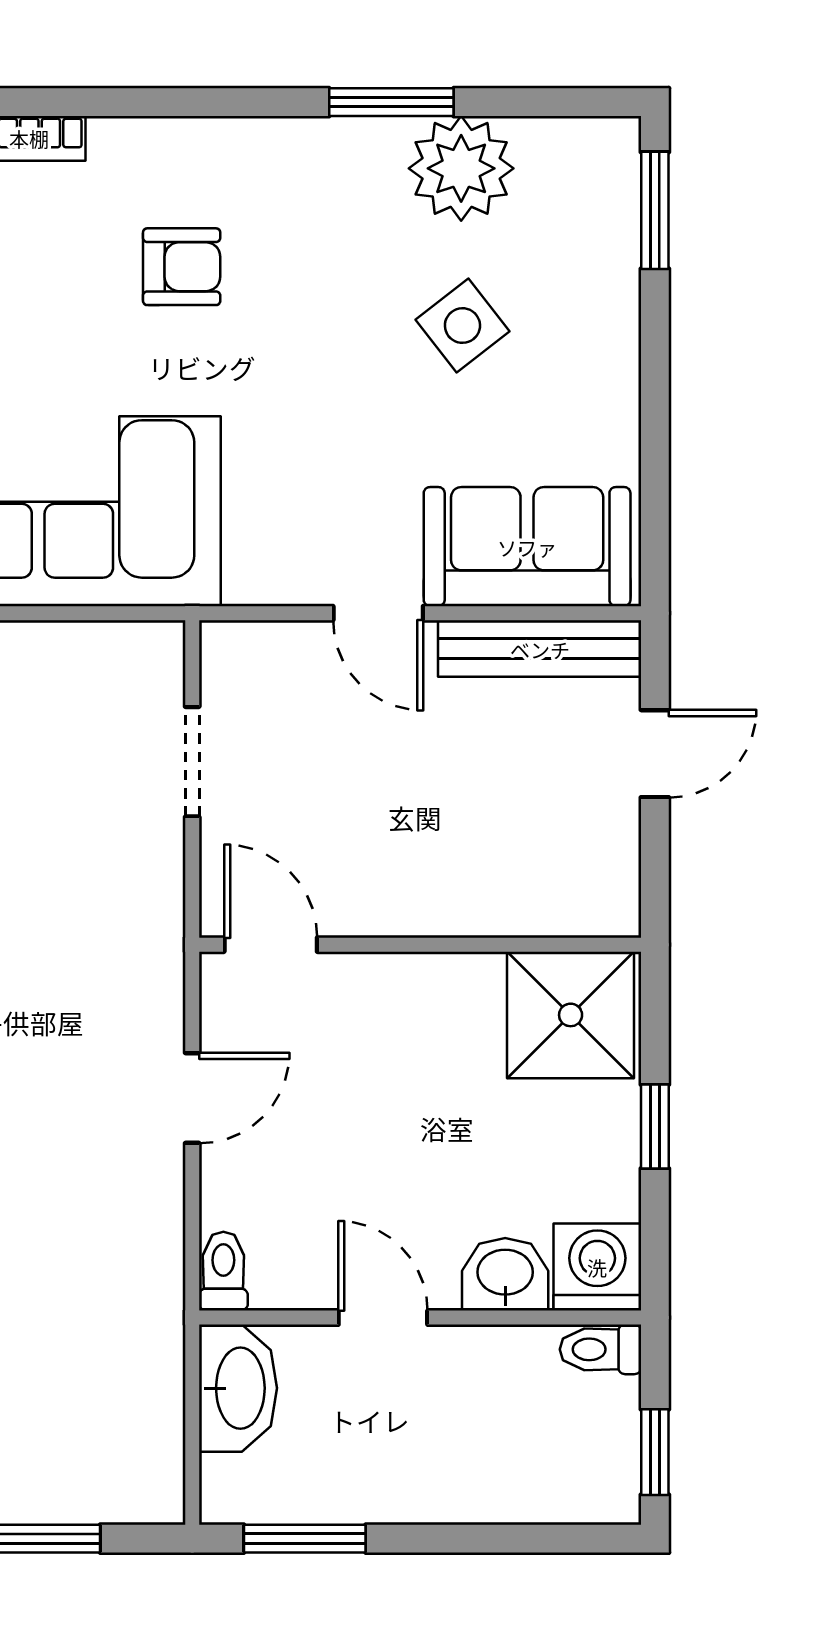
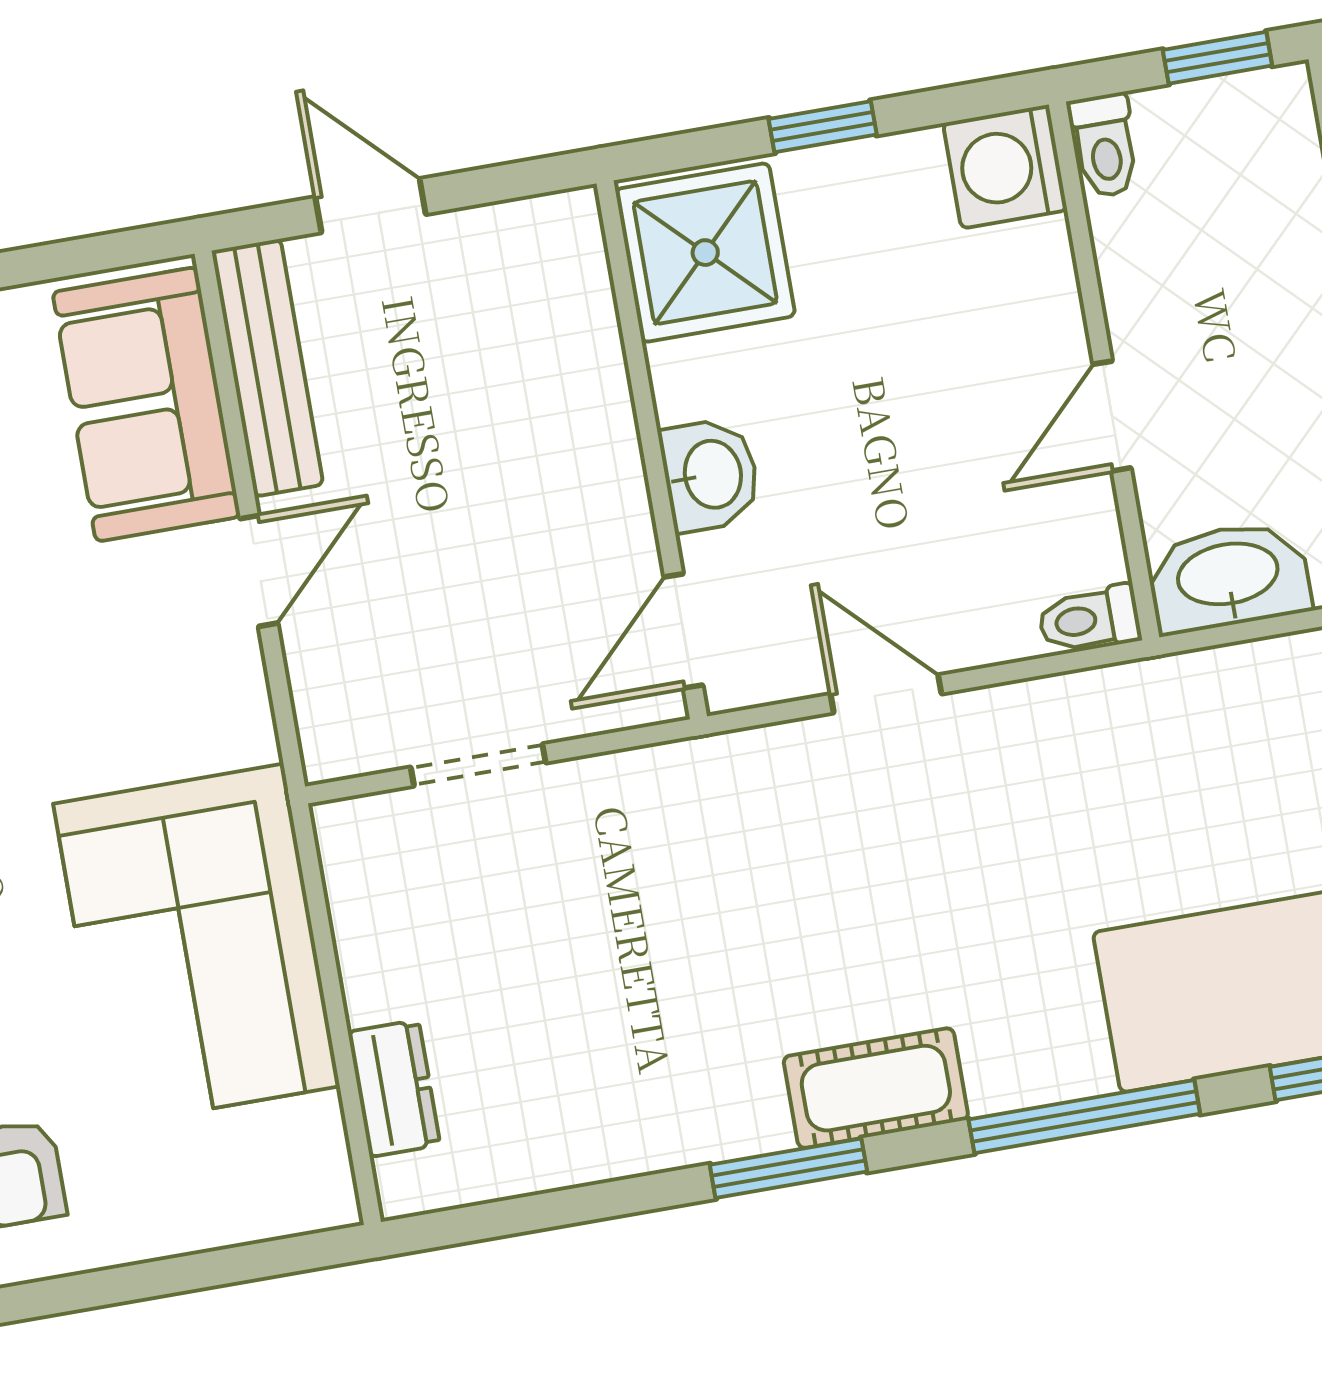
washbasin: (505, 1274) -> (710, 475), moved, turned 180

